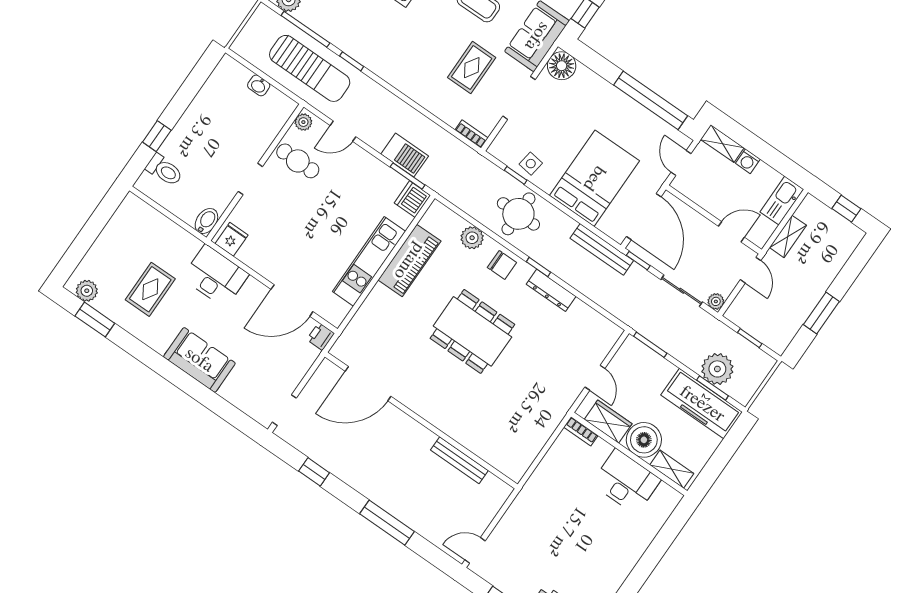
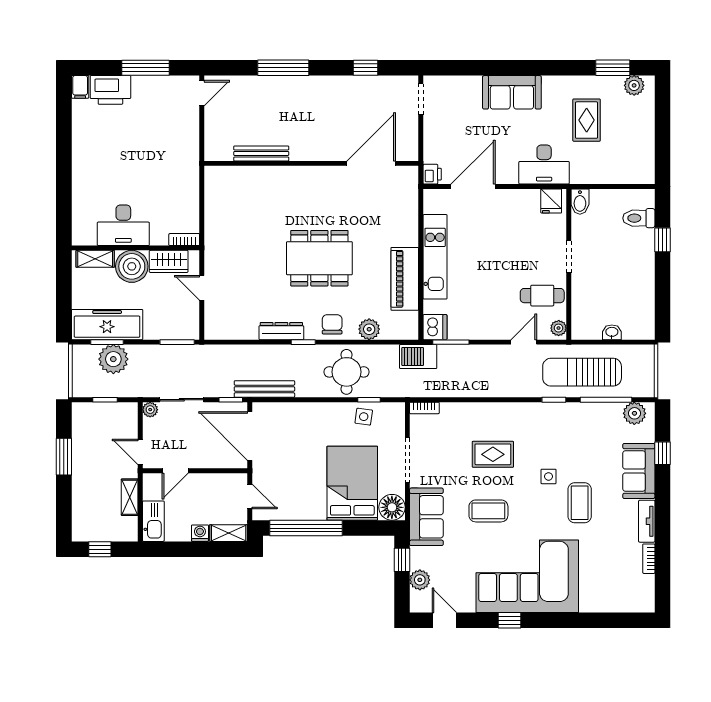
rug: (472, 68) -> (493, 454), moved, turned 90
barbecue: (405, 155) -> (418, 357), moved
bed: (594, 178) -> (352, 483), moved, turned 180
chair: (502, 265) -> (332, 324), turned 90

